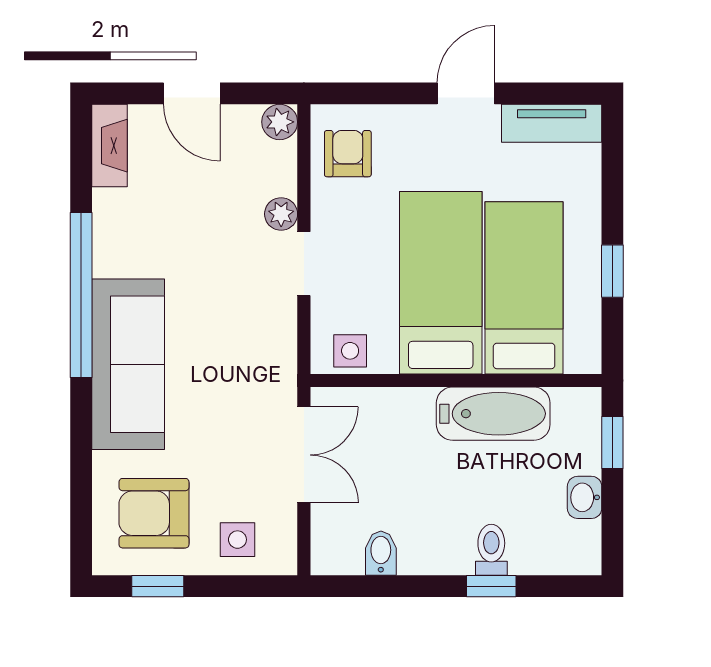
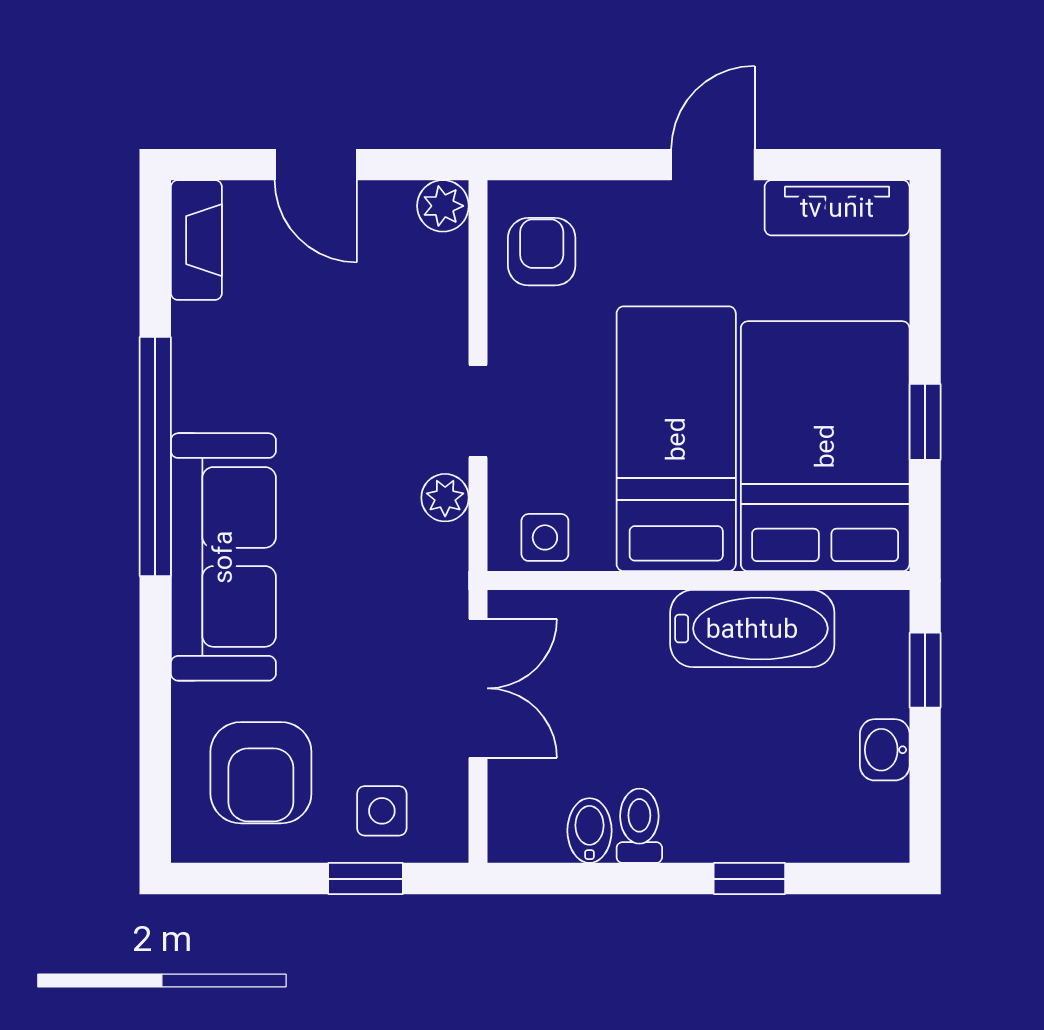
plant: (281, 214) -> (445, 498), moved
bed: (524, 288) -> (825, 446), width x1.50
armchair: (154, 513) -> (261, 773), turned -90
toilet: (491, 550) -> (639, 826), moved
window: (158, 586) -> (366, 879), moved

